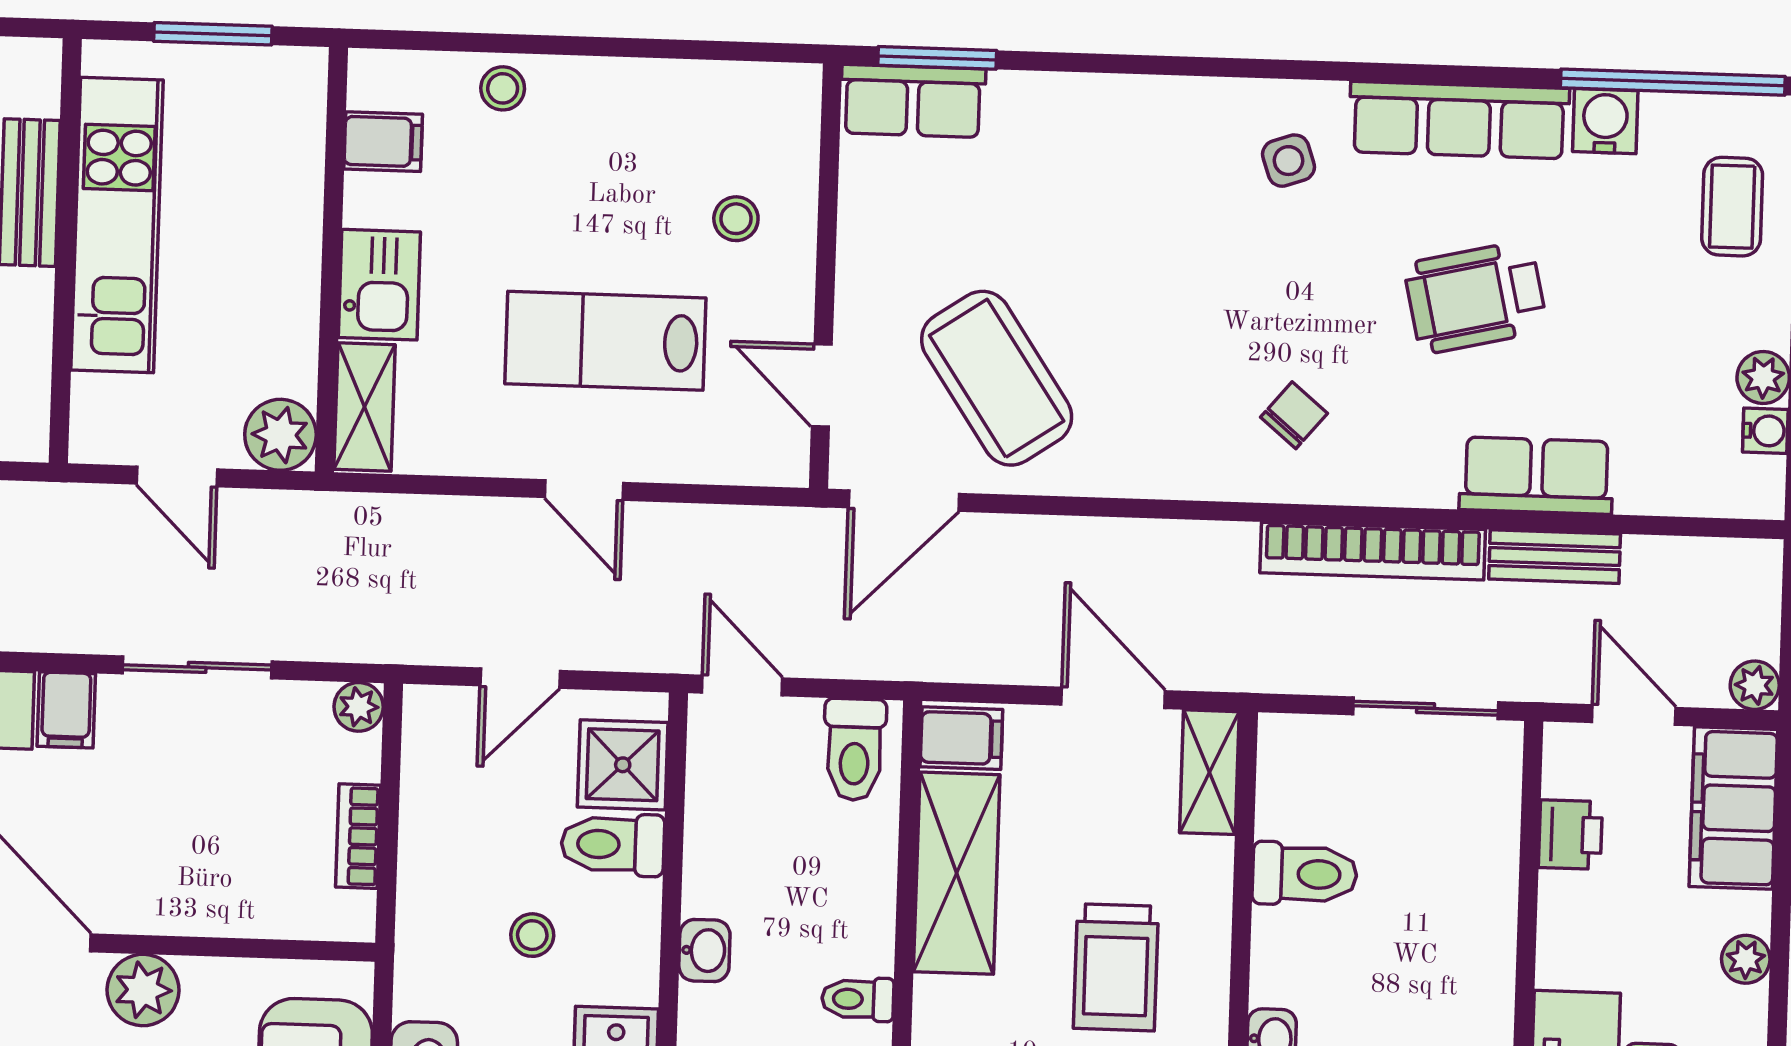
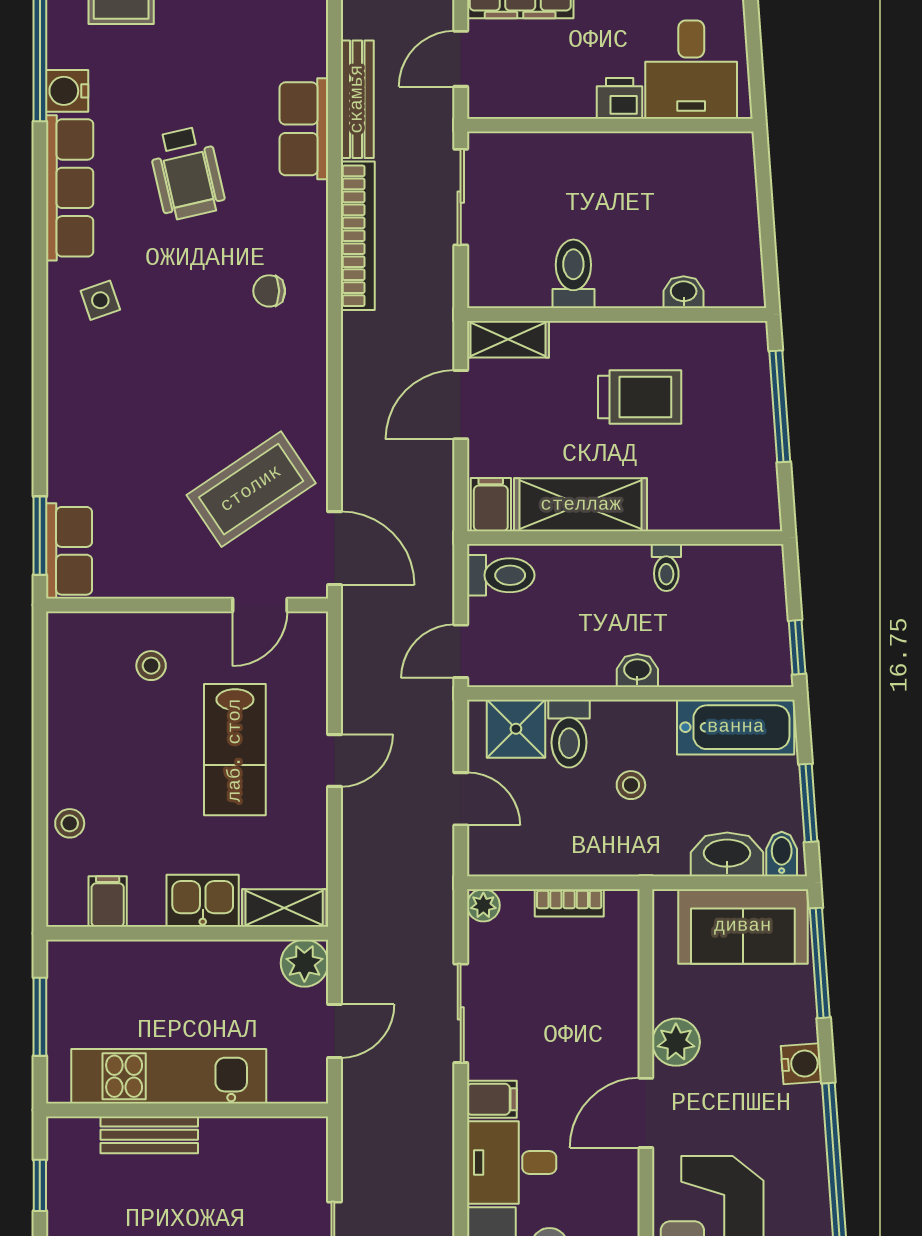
chair: (1294, 415) -> (269, 291), turned -40
bench: (1555, 557) -> (357, 99), width x1.36
printer: (1570, 835) -> (620, 98), moved

